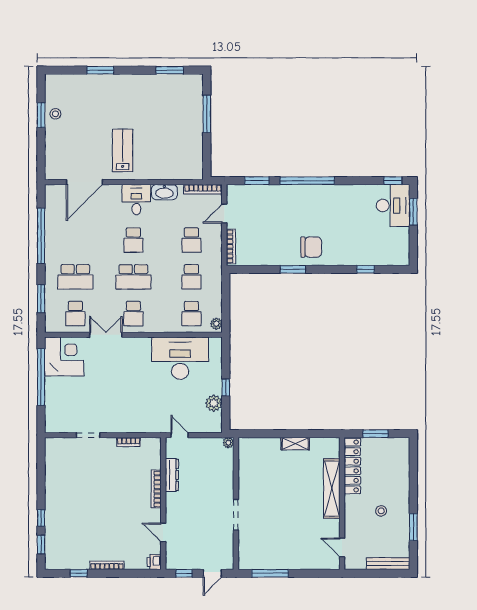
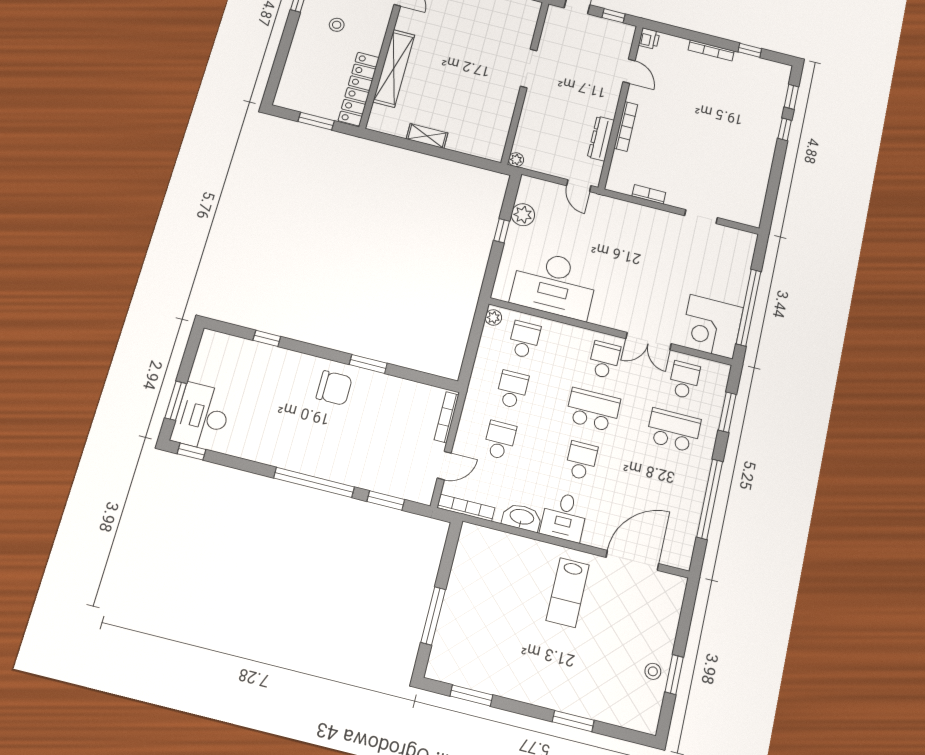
chair: (311, 247) -> (334, 388), turned 180

